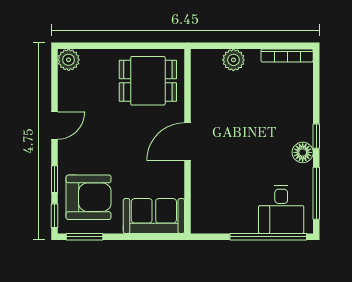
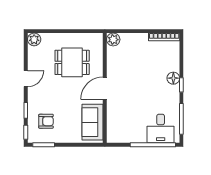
plant: (233, 60) -> (113, 40), moved
dining table: (148, 81) -> (72, 62), moved
floor lamp: (303, 152) -> (173, 78), moved
armchair: (89, 197) -> (46, 121), width x0.53, depth x0.53
sofa: (154, 216) -> (92, 122), moved, turned -90

